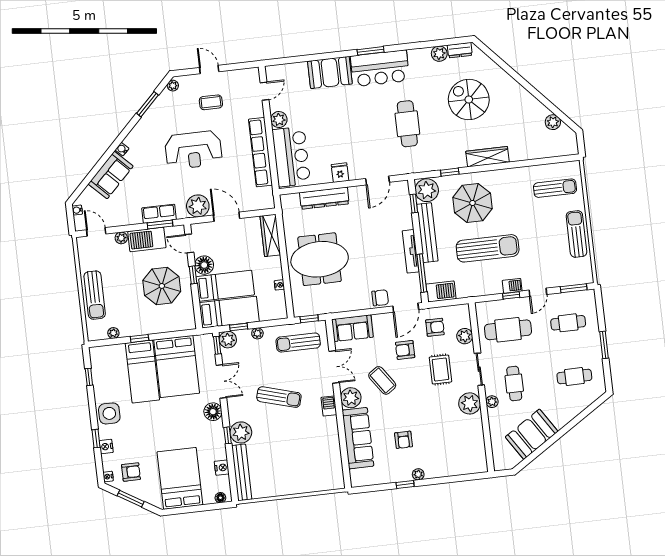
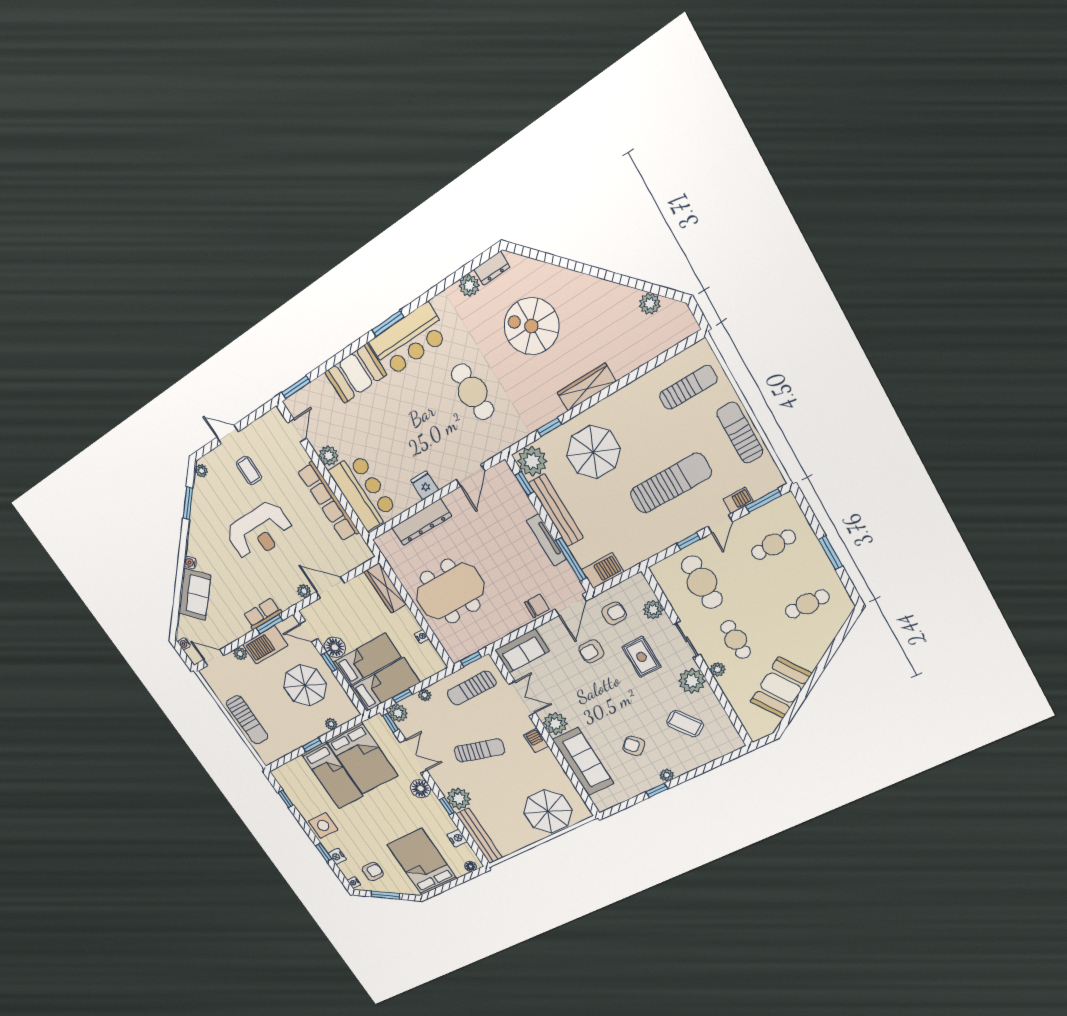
window: (281, 61) -> (296, 387), added
coffee table: (211, 102) -> (249, 470), turned 90
plant: (198, 206) -> (304, 591), width x0.53, depth x0.53
sun lounger: (488, 248) -> (671, 483), moved
barbecue: (512, 286) -> (738, 500), moved
cafe table: (508, 330) -> (702, 582), turned 90
plant: (113, 333) -> (331, 724), moved
coffee table: (382, 380) -> (685, 724), moved
armchair: (404, 440) -> (634, 746), turned 137
parasol: (310, 471) -> (548, 811), added

